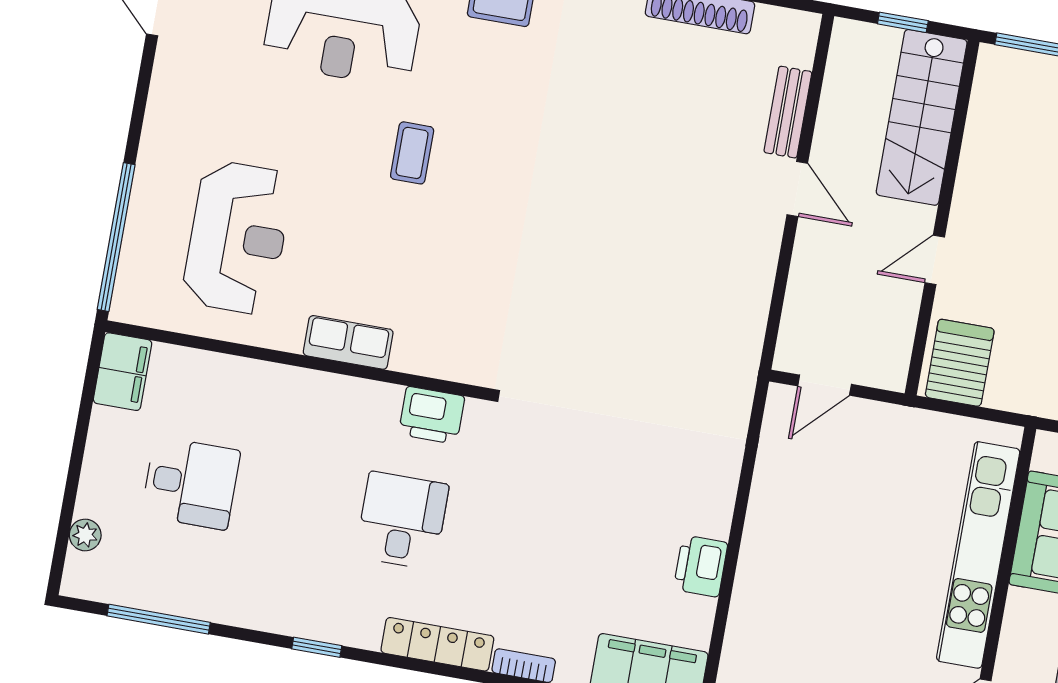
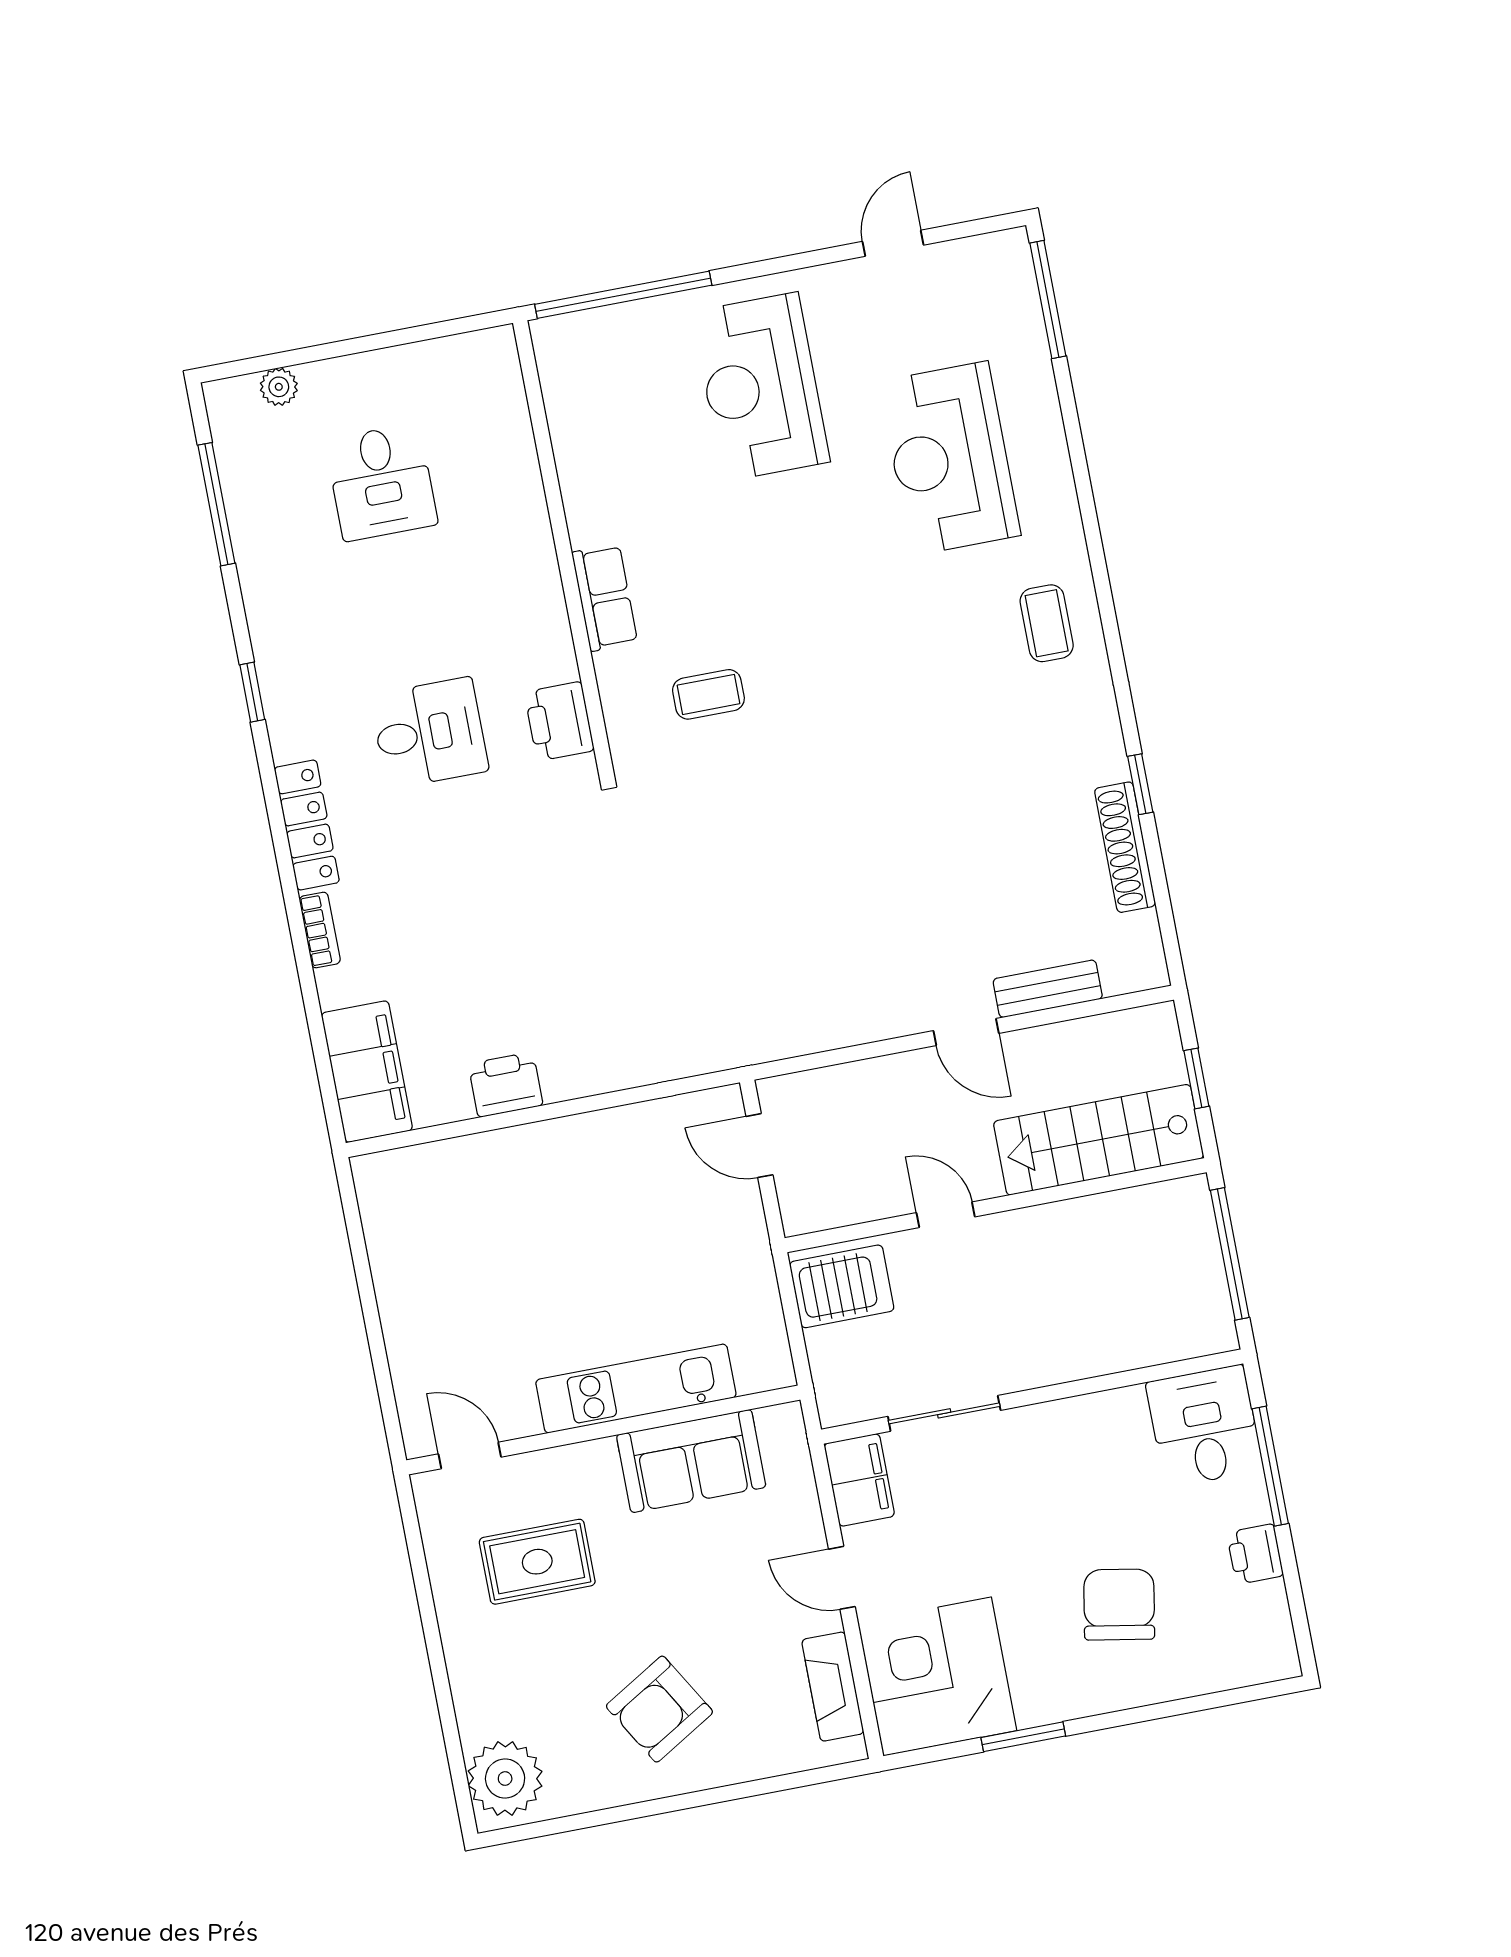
coffee table: (412, 153) -> (708, 694), moved
door: (797, 189) -> (966, 1032), hinge flipped
reception desk: (237, 238) -> (761, 387), moved, turned 90
filing cabinet: (123, 372) -> (476, 359), removed
kitchen unit: (978, 555) -> (636, 1389), width x0.73

